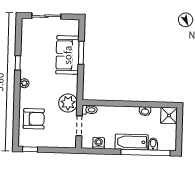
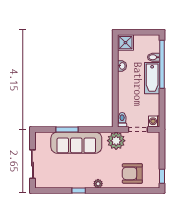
sofa: (67, 55) -> (76, 143), width x1.36
armchair: (34, 119) -> (132, 173), turned -90
washing machine: (99, 143) -> (154, 121), moved

